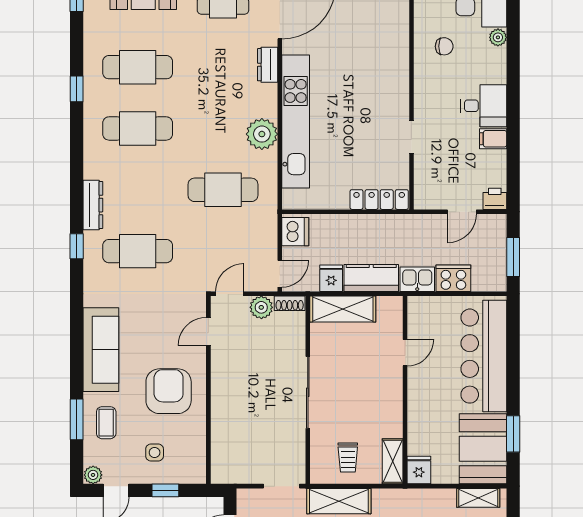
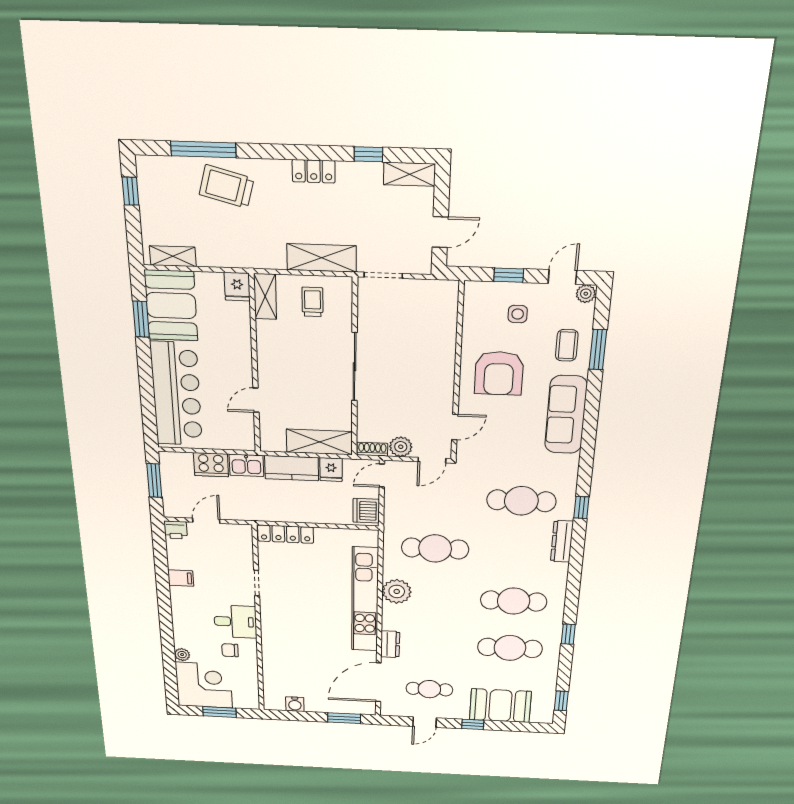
desk: (484, 106) -> (235, 622), moved, turned 180

